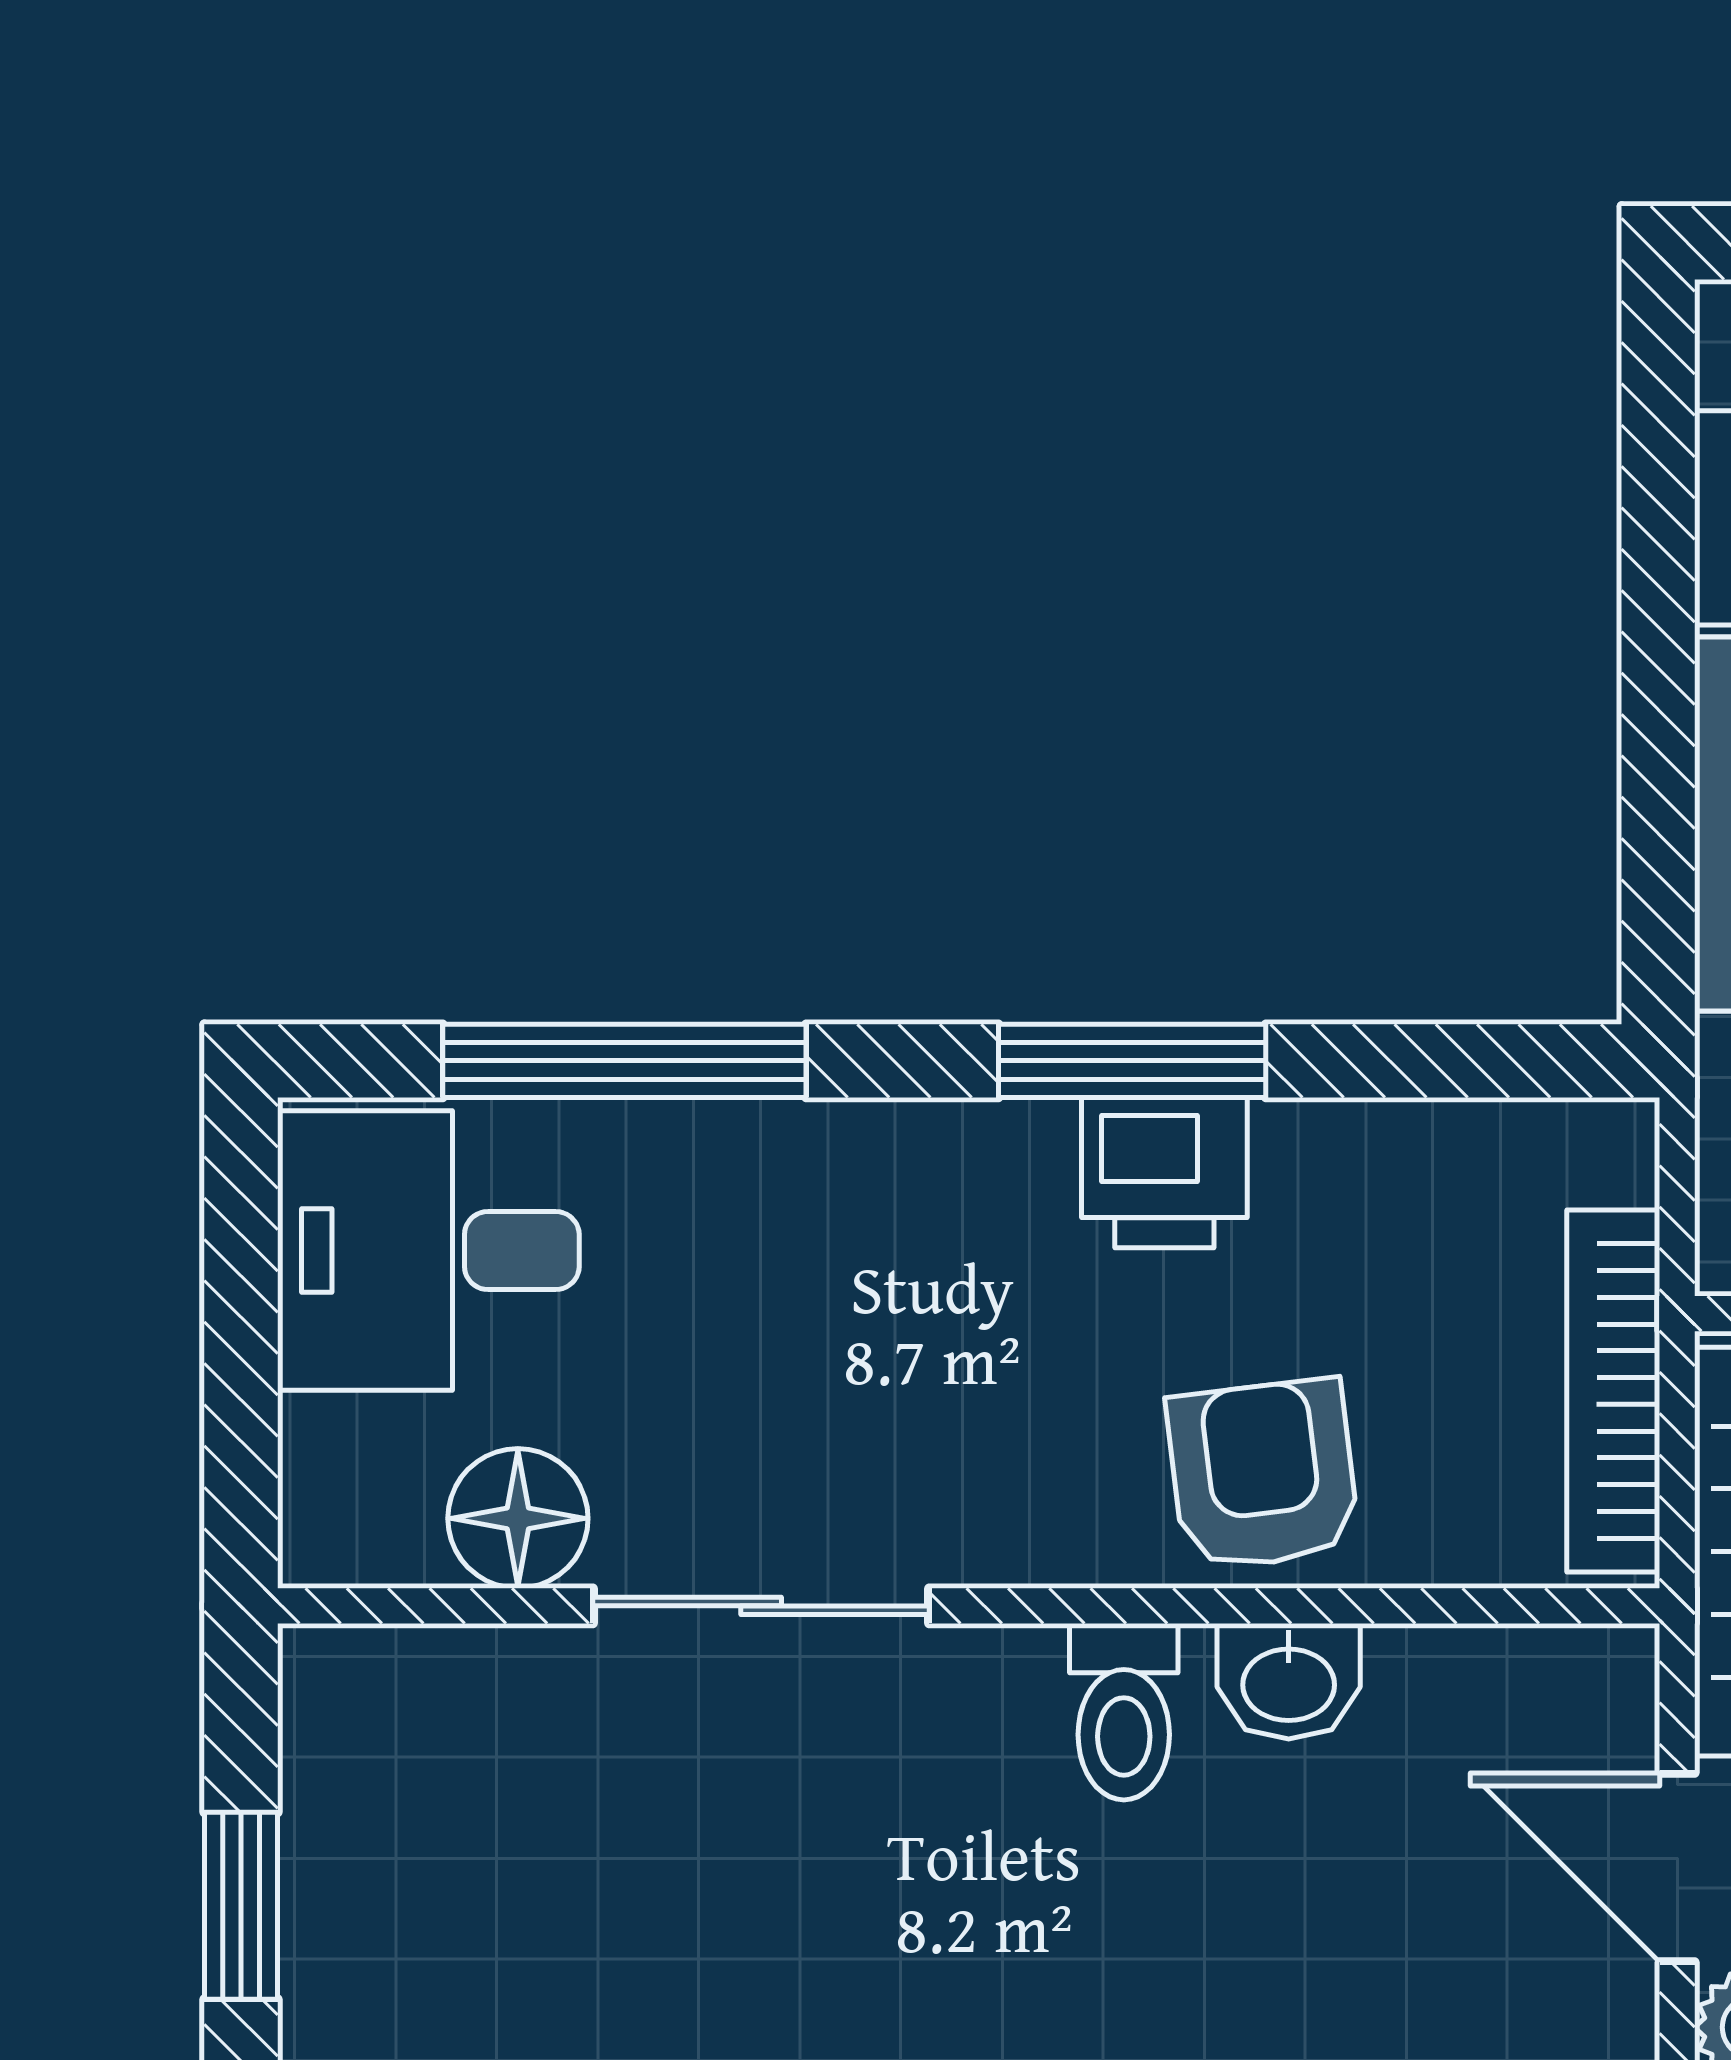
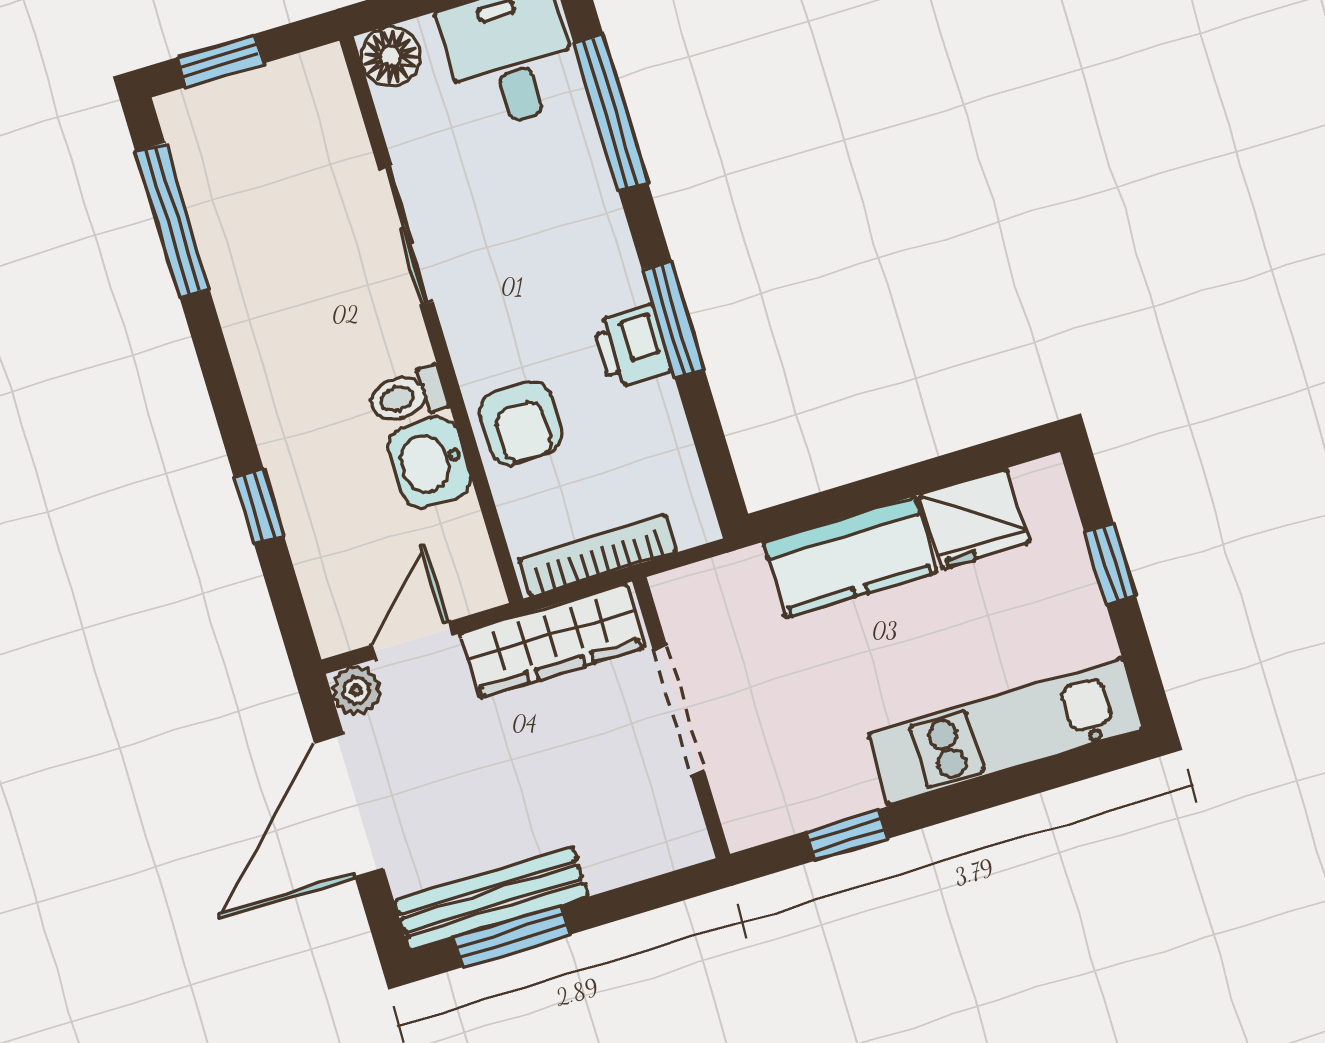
armchair: (1263, 1474) -> (521, 423), turned 97
floor lamp: (518, 1518) -> (391, 56), moved
washbasin: (1289, 1681) -> (429, 462), width x1.38, depth x1.45

